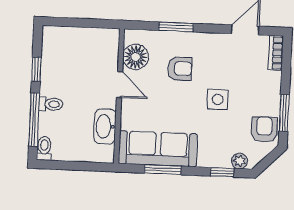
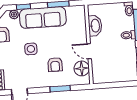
armchair: (180, 69) -> (55, 65), turned -90
sofa: (158, 149) -> (43, 18), moved

